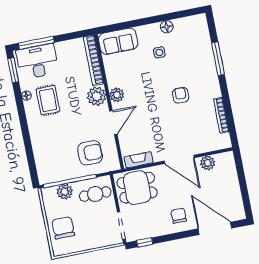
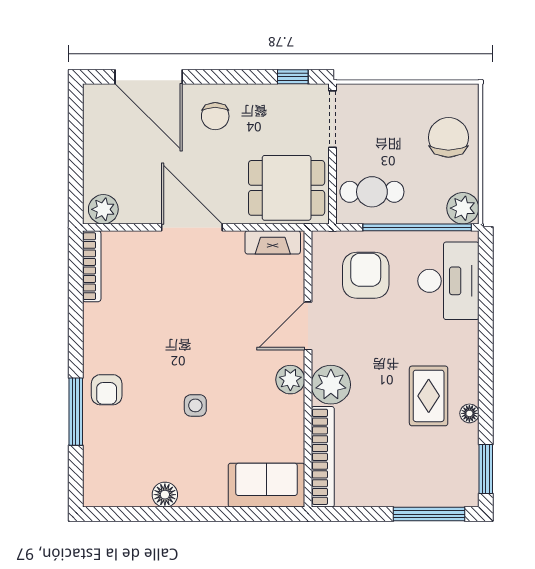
side table: (159, 52) -> (195, 405), moved
desk: (37, 61) -> (448, 281), moved, turned -90
armchair: (181, 95) -> (107, 390), moved
bookcase: (221, 115) -> (92, 266), moved
armchair: (90, 153) -> (366, 275), turned 90
plant: (208, 163) -> (103, 209), moved
plant: (65, 192) -> (463, 208), moved
chair: (63, 228) -> (448, 137), turned 180

